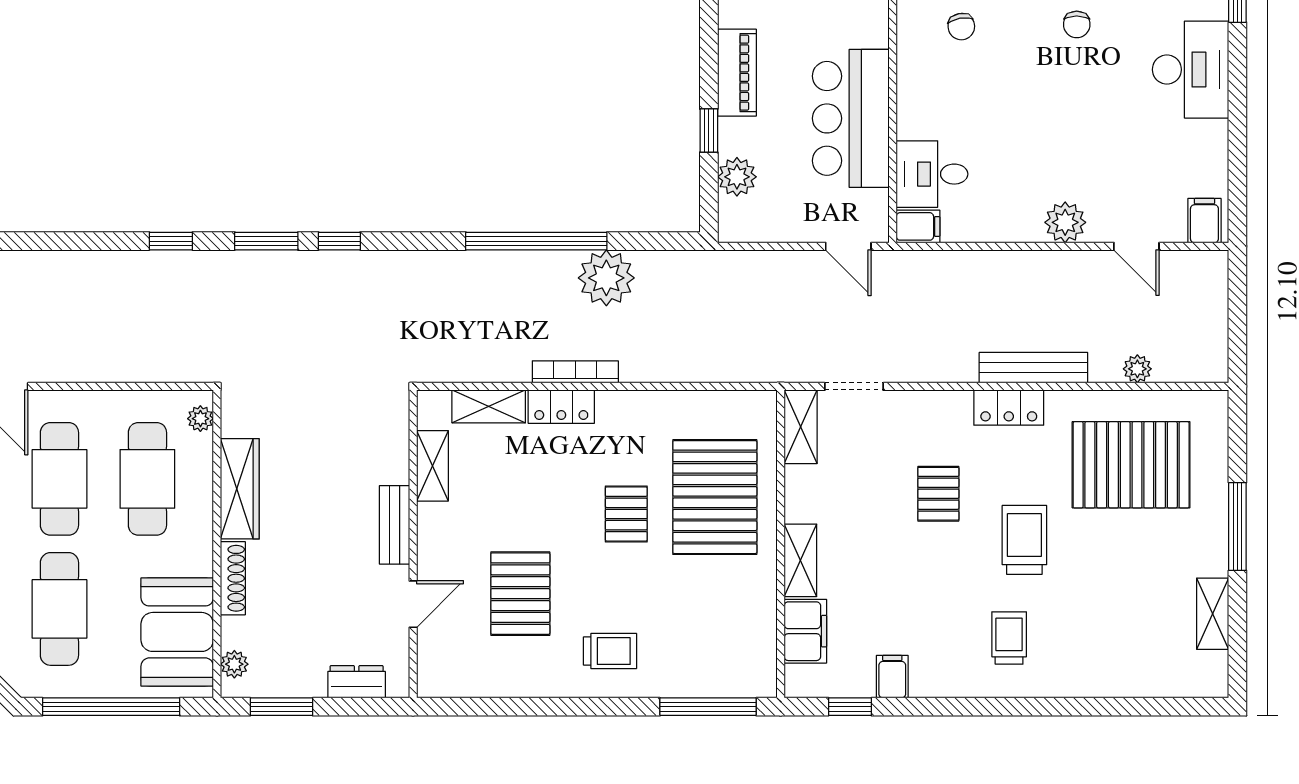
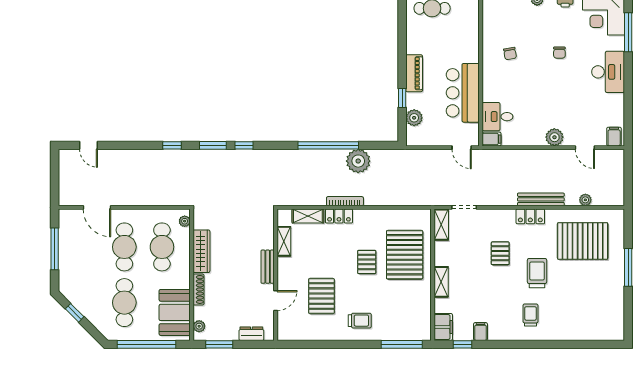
shelving: (1213, 614) -> (618, 305), removed
filing cabinet: (805, 631) -> (443, 327), moved

